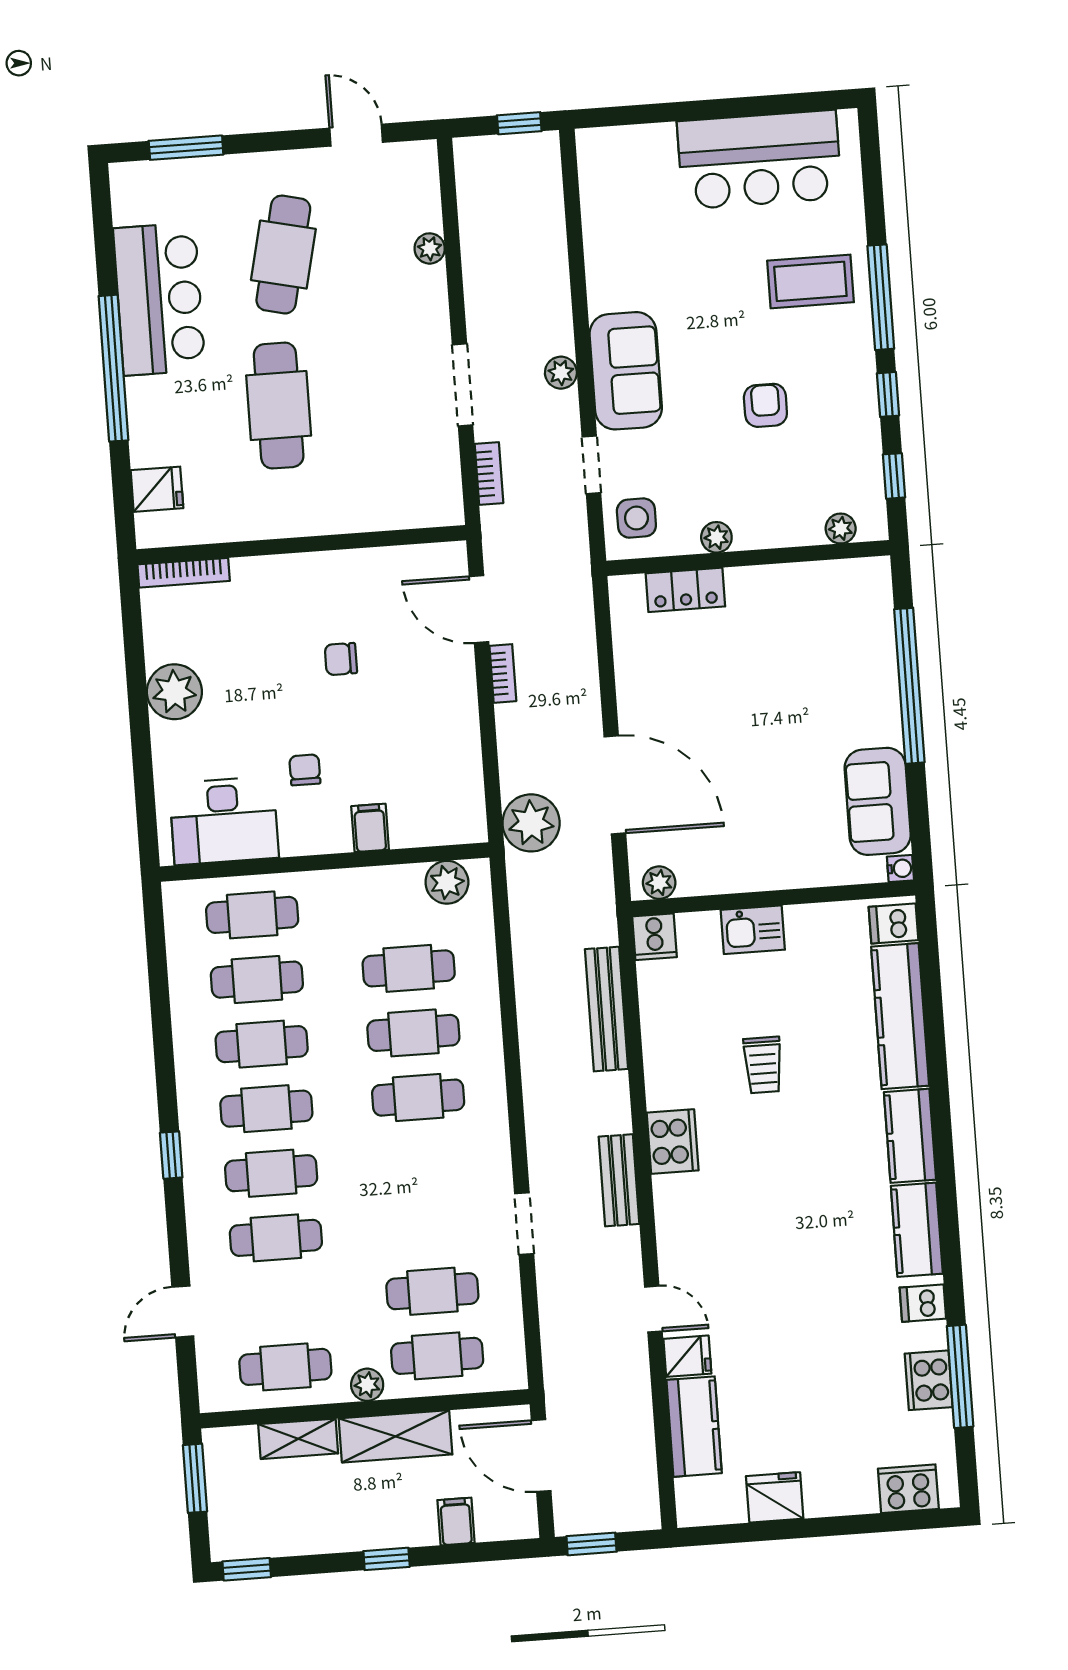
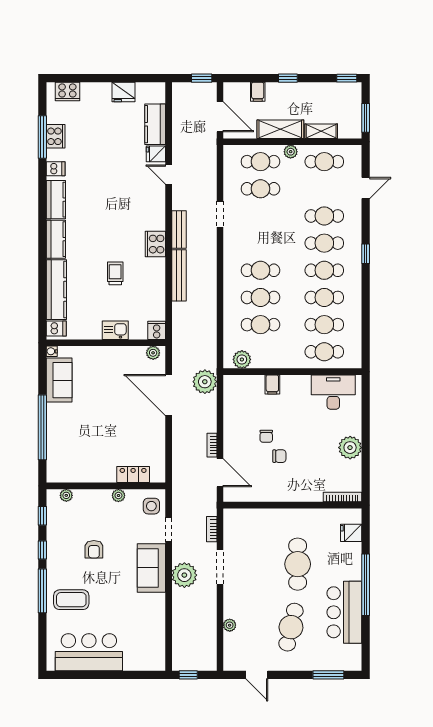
plant: (561, 373) -> (184, 575), width x1.87, depth x1.87
chair: (305, 770) -> (266, 436), moved
bench: (606, 1009) -> (179, 275), moved

